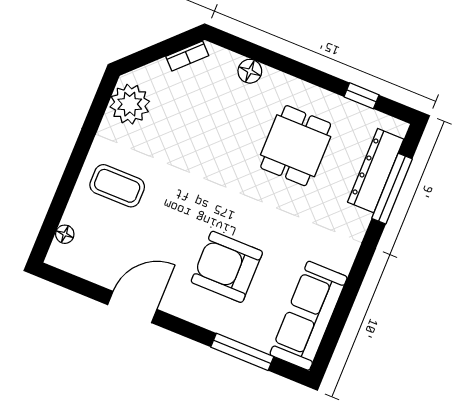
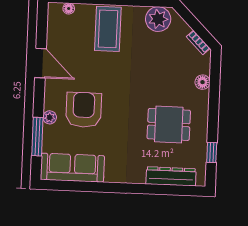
coffee table: (117, 186) -> (108, 29), width x1.36, depth x1.32
window: (392, 189) -> (164, 190), removed
plant: (220, 323) -> (50, 117), added

